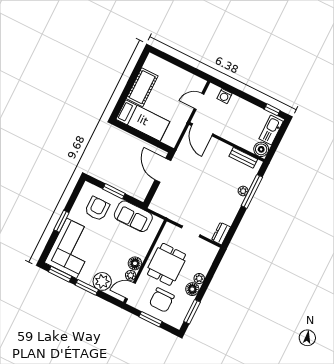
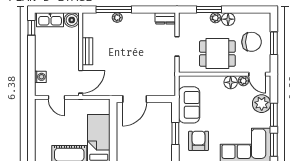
bench: (243, 158) -> (87, 51), moved
armchair: (97, 209) -> (199, 141), turned 90
window: (192, 312) -> (209, 9), moved

